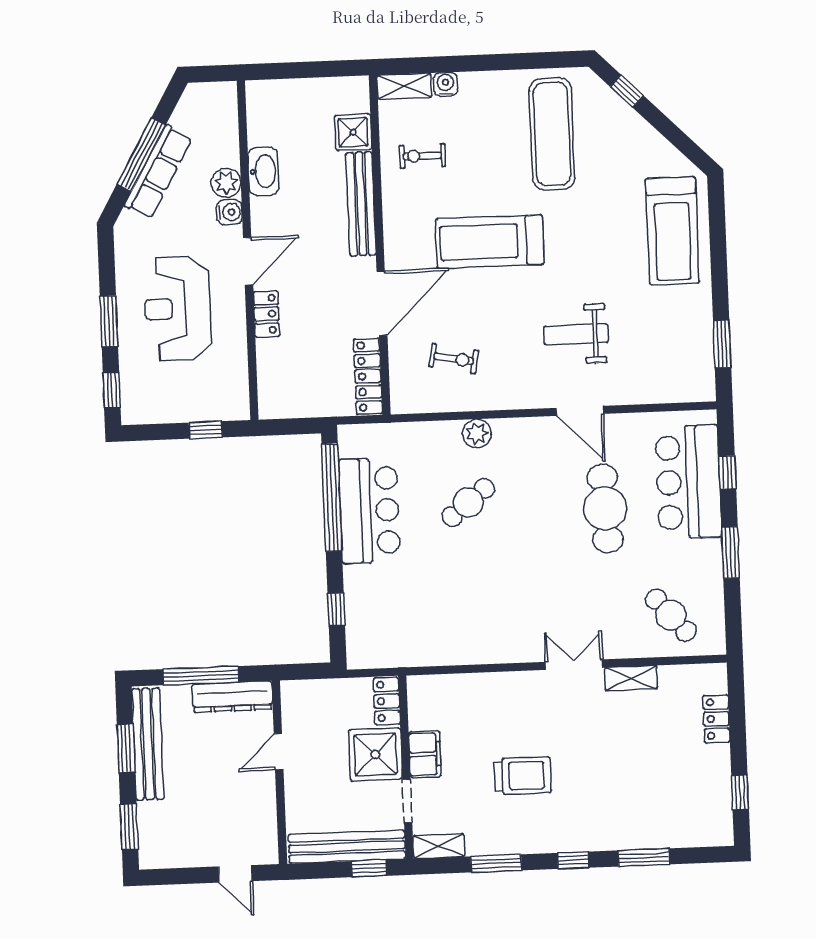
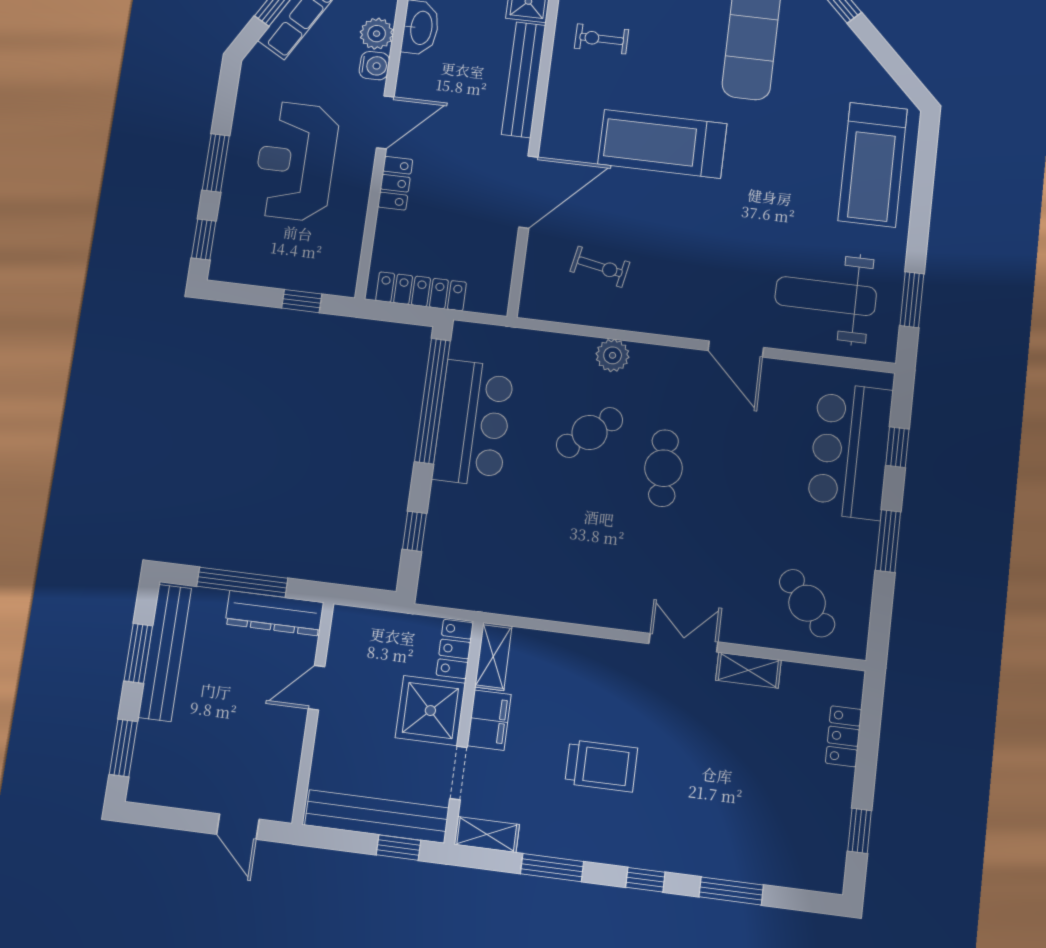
weight bench: (576, 334) -> (826, 296), moved, width x1.36, depth x1.33
locker: (368, 376) -> (421, 291), moved, turned 90
cafe table: (605, 508) -> (663, 468), moved, width x0.73, depth x0.74
shelving: (420, 702) -> (493, 657), added

